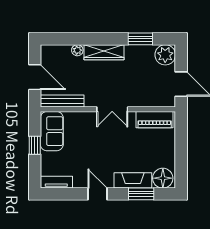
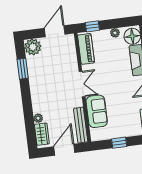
wardrobe: (104, 52) -> (42, 134), moved, width x0.67
sofa: (52, 131) -> (97, 111), moved, turned 90
window: (181, 131) -> (92, 26), added
plant: (170, 158) -> (115, 33), added

